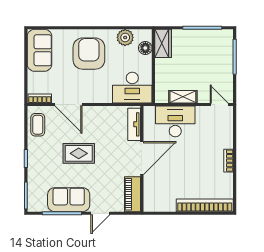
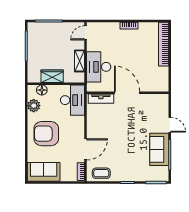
wardrobe: (163, 43) -> (52, 76), moved
rug: (79, 153) -> (123, 141), removed
piano: (133, 194) -> (155, 100), removed

